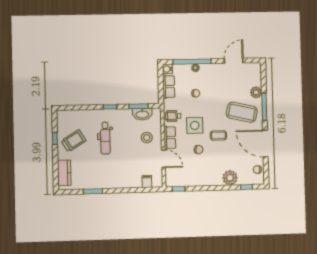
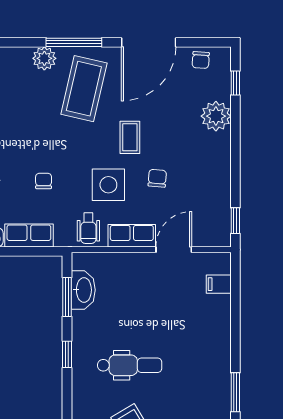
stool: (147, 138) -> (130, 282), removed

